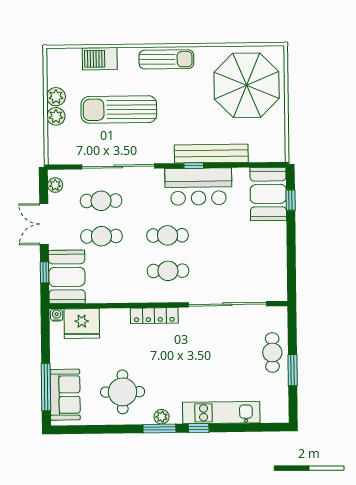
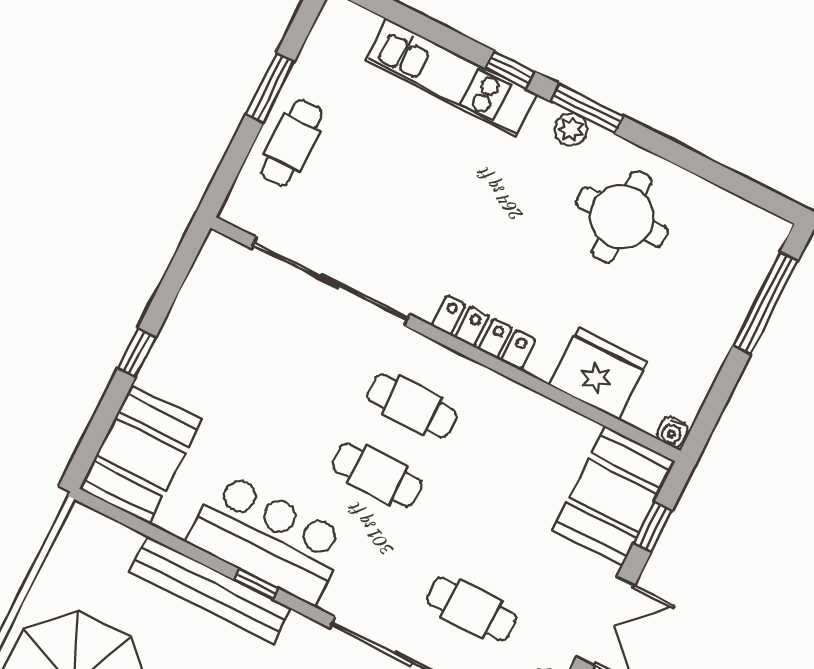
window: (291, 200) -> (137, 353), moved
cafe table: (101, 236) -> (506, 540), removed
fridge: (82, 324) -> (598, 373), moved
sofa: (65, 395) -> (736, 269), removed

